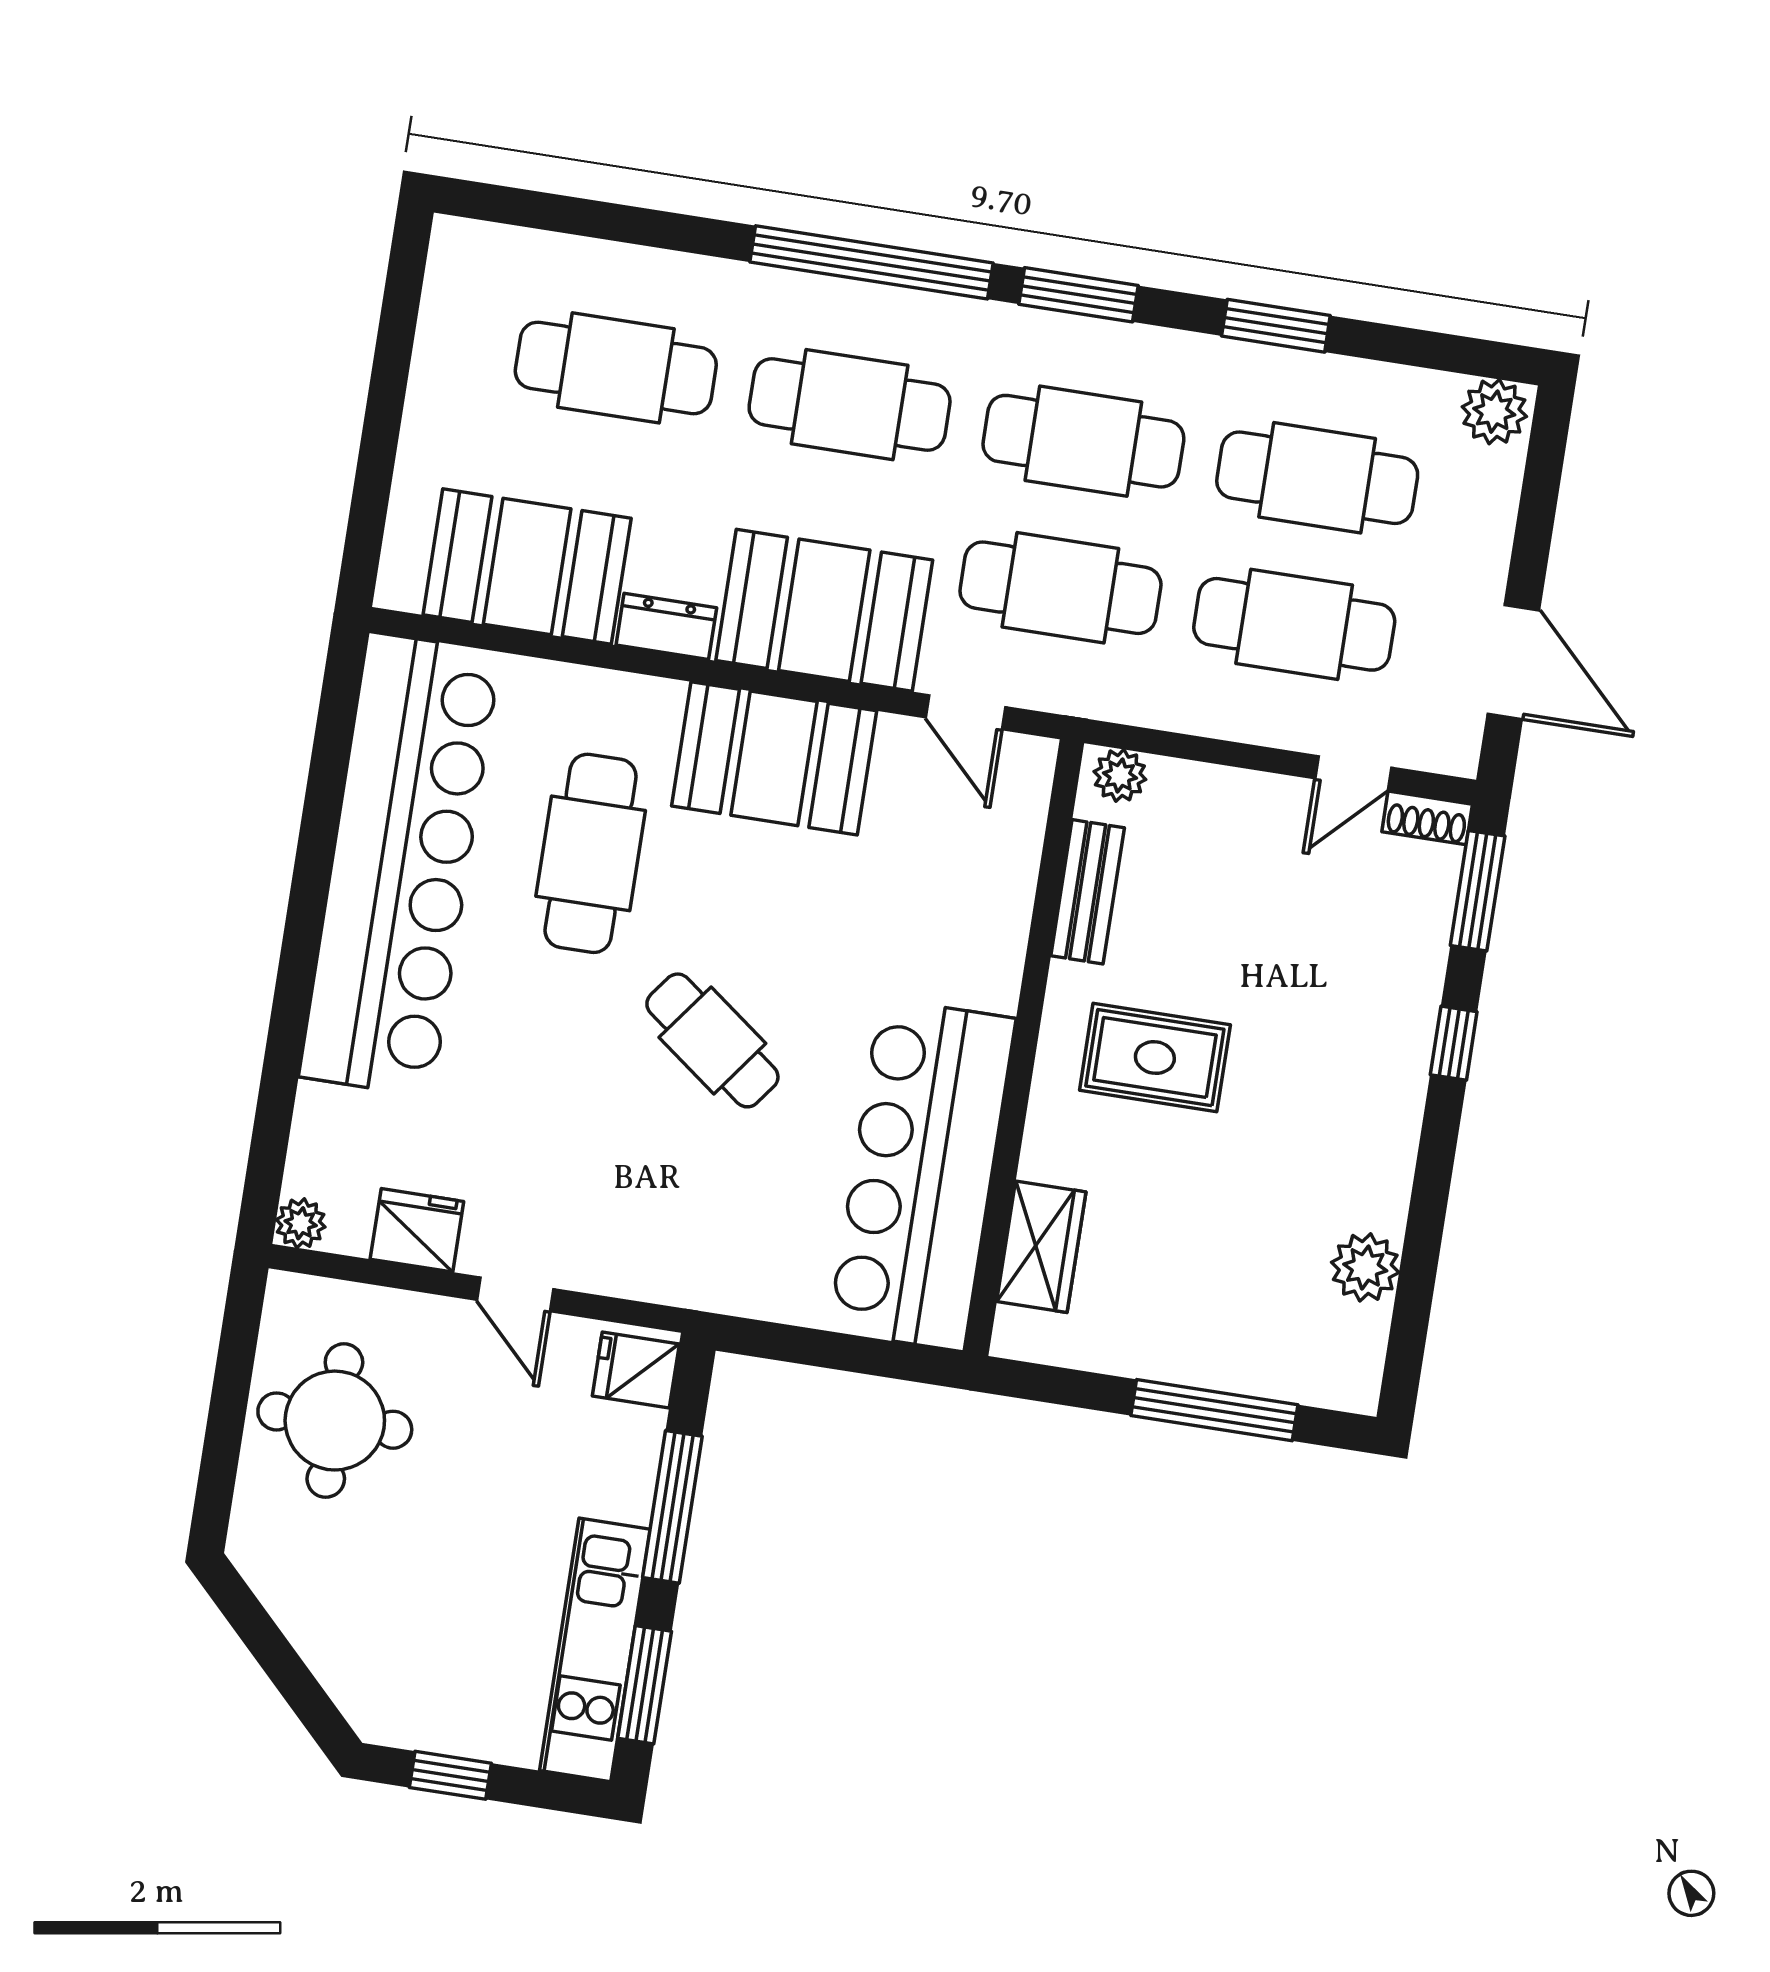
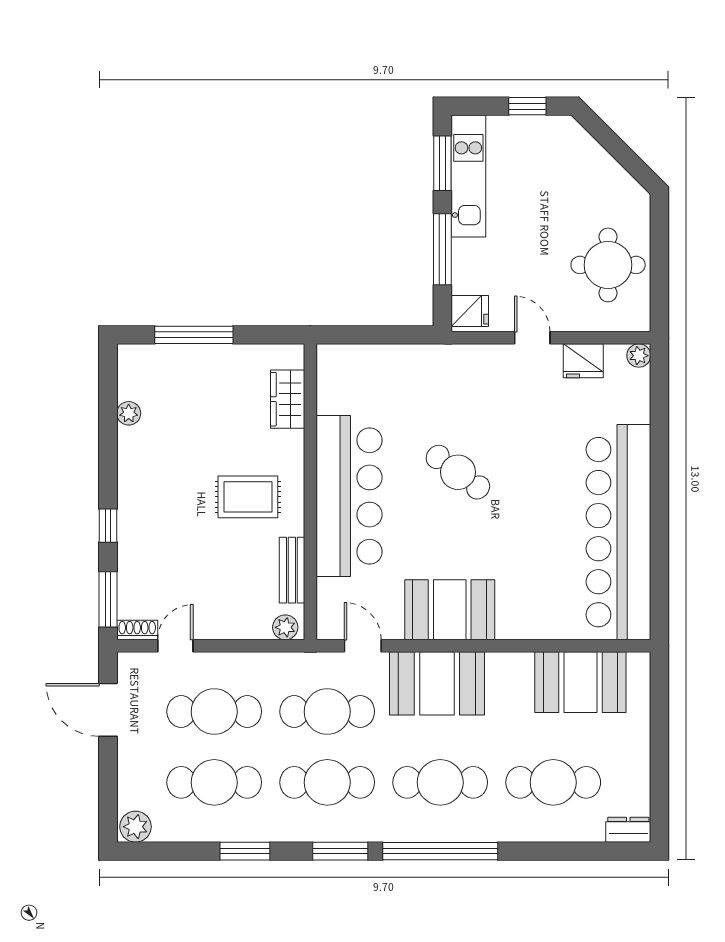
dresser: (666, 626) -> (628, 830), moved, turned 180
cafe table: (591, 853) -> (529, 551), removed
bar counter: (922, 1175) -> (349, 496), moved
plant: (1365, 1267) -> (129, 413), width x0.73, depth x0.73

